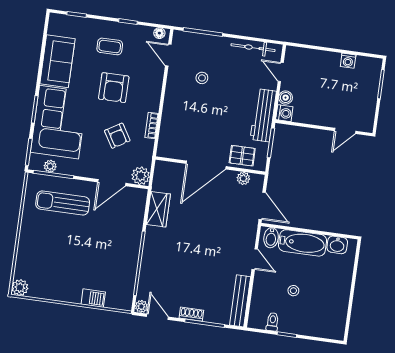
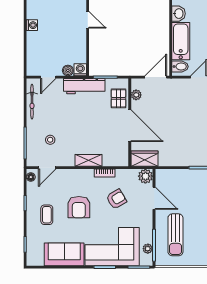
stool: (202, 78) -> (50, 140), moved
armchair: (114, 88) -> (79, 207), turned 90
shelving: (170, 108) -> (88, 160), added
wardrobe: (158, 209) -> (144, 159), moved

